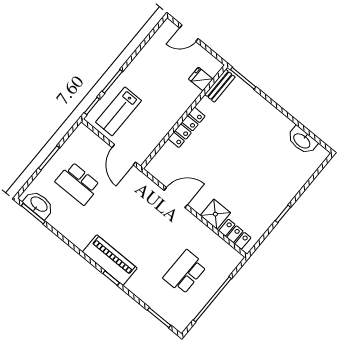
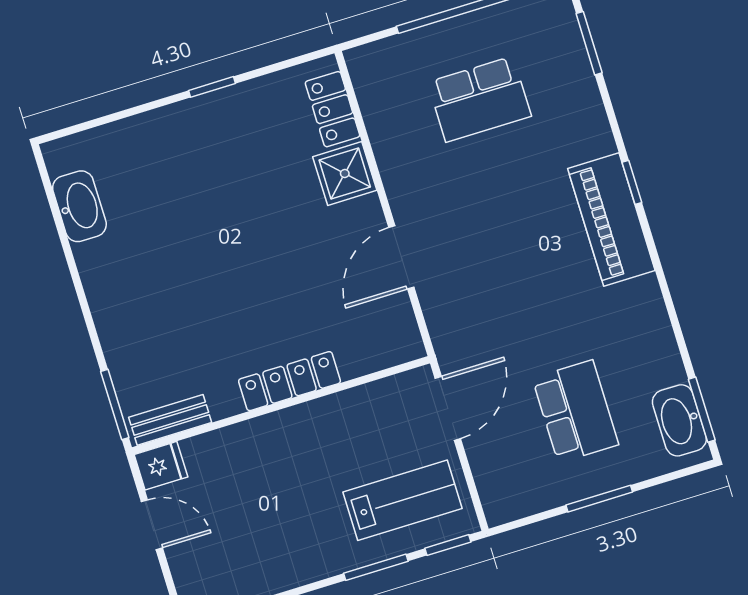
door: (189, 33) -> (152, 525), moved
fridge: (201, 79) -> (161, 466), moved, turned -90
door: (176, 198) -> (401, 257), hinge flipped

